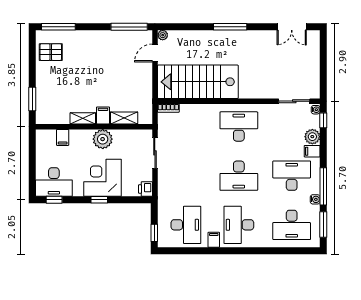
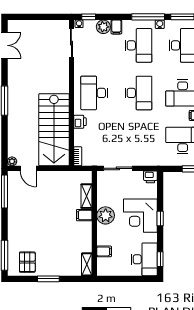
window: (32, 99) -> (48, 279), moved
printer: (207, 111) -> (80, 122), added
shelving: (83, 118) -> (87, 264), moved
desk: (292, 176) -> (138, 45), turned 180

